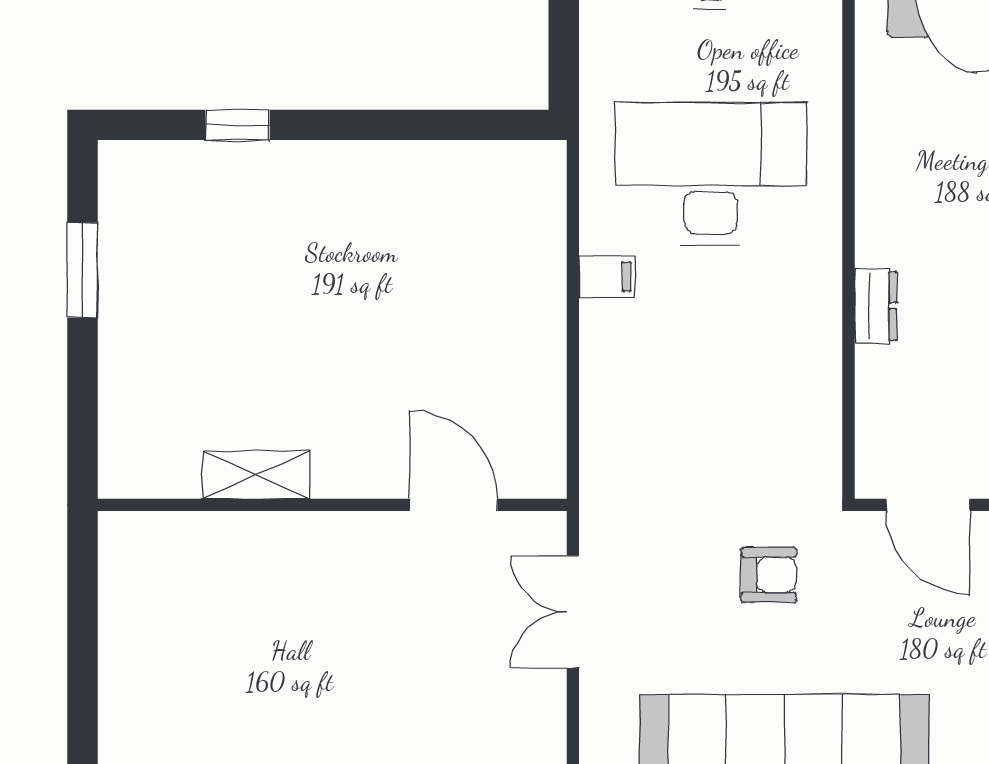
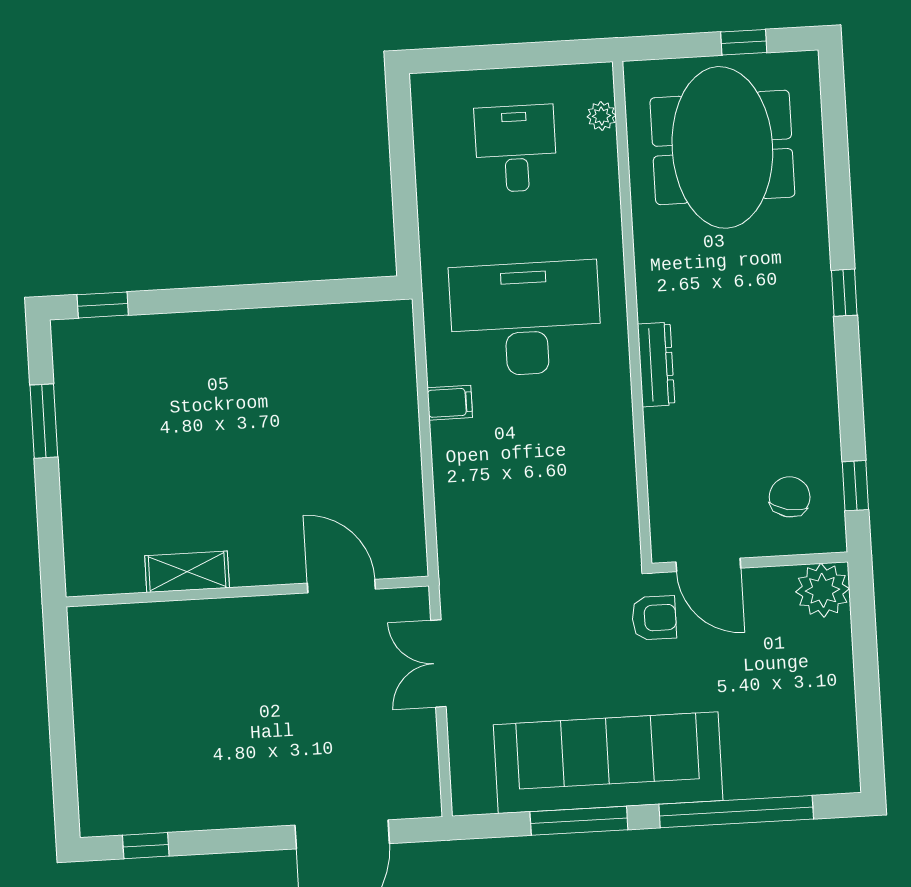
window: (238, 125) -> (103, 305), moved
dresser: (876, 306) -> (656, 365), moved, width x1.44
armchair: (769, 575) -> (654, 618), moved

